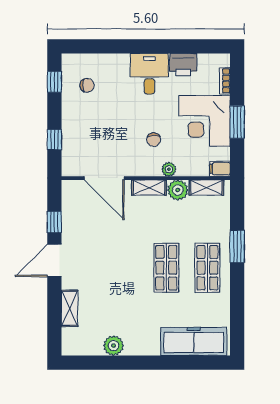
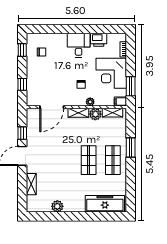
window: (237, 122) -> (131, 86), moved
door: (104, 178) -> (52, 107), hinge flipped

